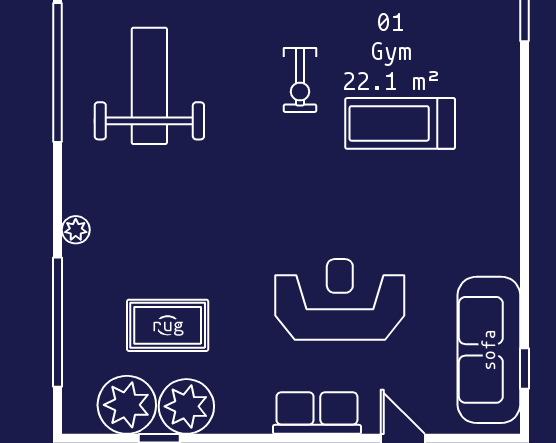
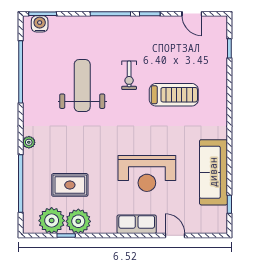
weight bench: (149, 86) -> (82, 86), moved
treadmill: (400, 123) -> (174, 95), turned 180
reception desk: (340, 299) -> (147, 173), turned 180
sofa: (489, 350) -> (213, 172), moved

